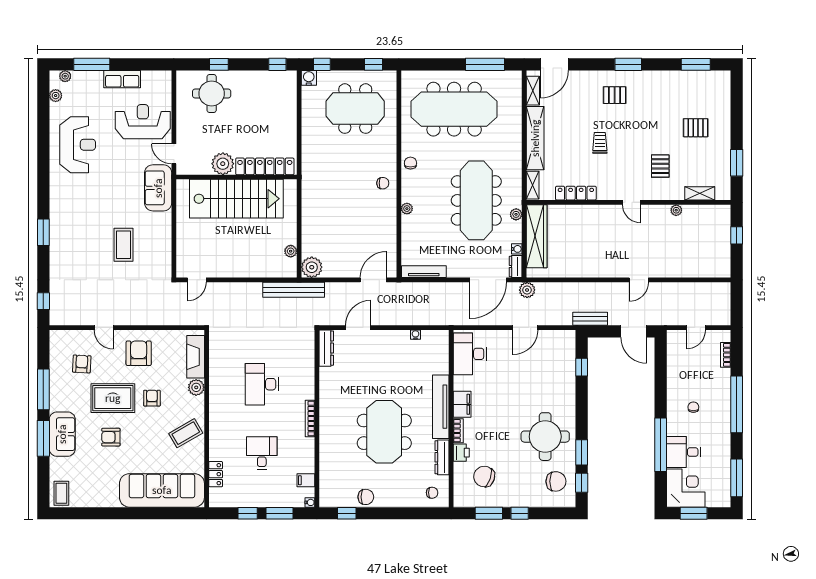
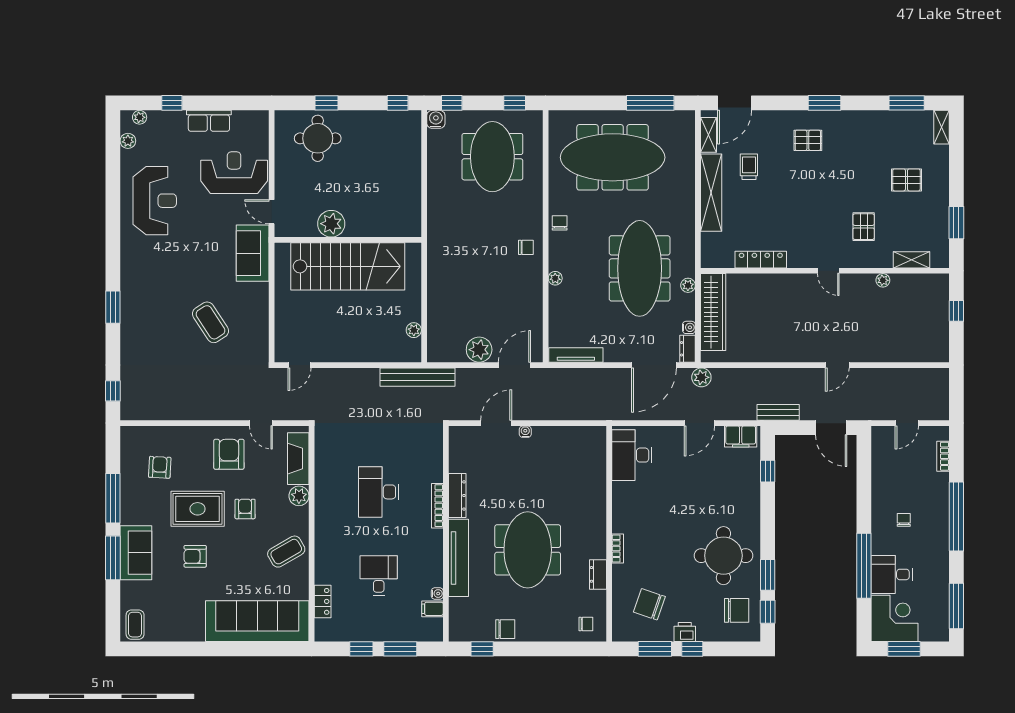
window: (92, 64) -> (172, 103), width x0.46
meeting table: (355, 109) -> (492, 157), turned 90
trolley: (600, 143) -> (749, 167), moved
locker: (265, 166) -> (382, 227), removed
shelving: (533, 185) -> (941, 127), moved
coffee table: (123, 245) -> (210, 322), turned -33
plant: (312, 267) -> (479, 350), moved
door: (104, 328) -> (261, 423), moved
water cooler: (415, 335) -> (525, 432), moved
dresser: (326, 348) -> (457, 495), moved
filing cabinet: (462, 404) -> (741, 436), moved, turned 90
tv unit: (441, 407) -> (458, 558), moved, turned 180
bookcase: (310, 418) -> (437, 506), moved
printer: (461, 453) -> (685, 632), moved, turned -90
dresser: (442, 457) -> (598, 574), width x0.70
water cooler: (310, 502) -> (437, 594), moved

